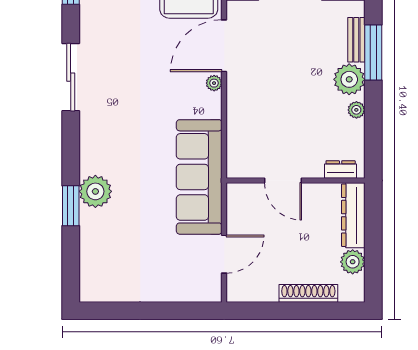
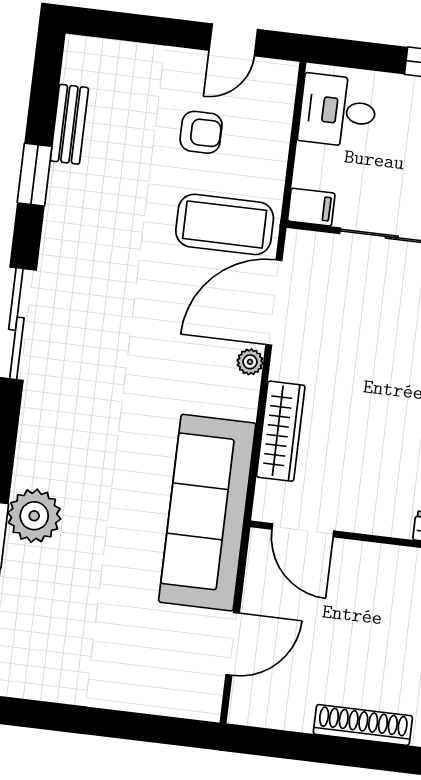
wardrobe: (238, 123) -> (281, 431), added
door: (283, 181) -> (303, 530), moved

